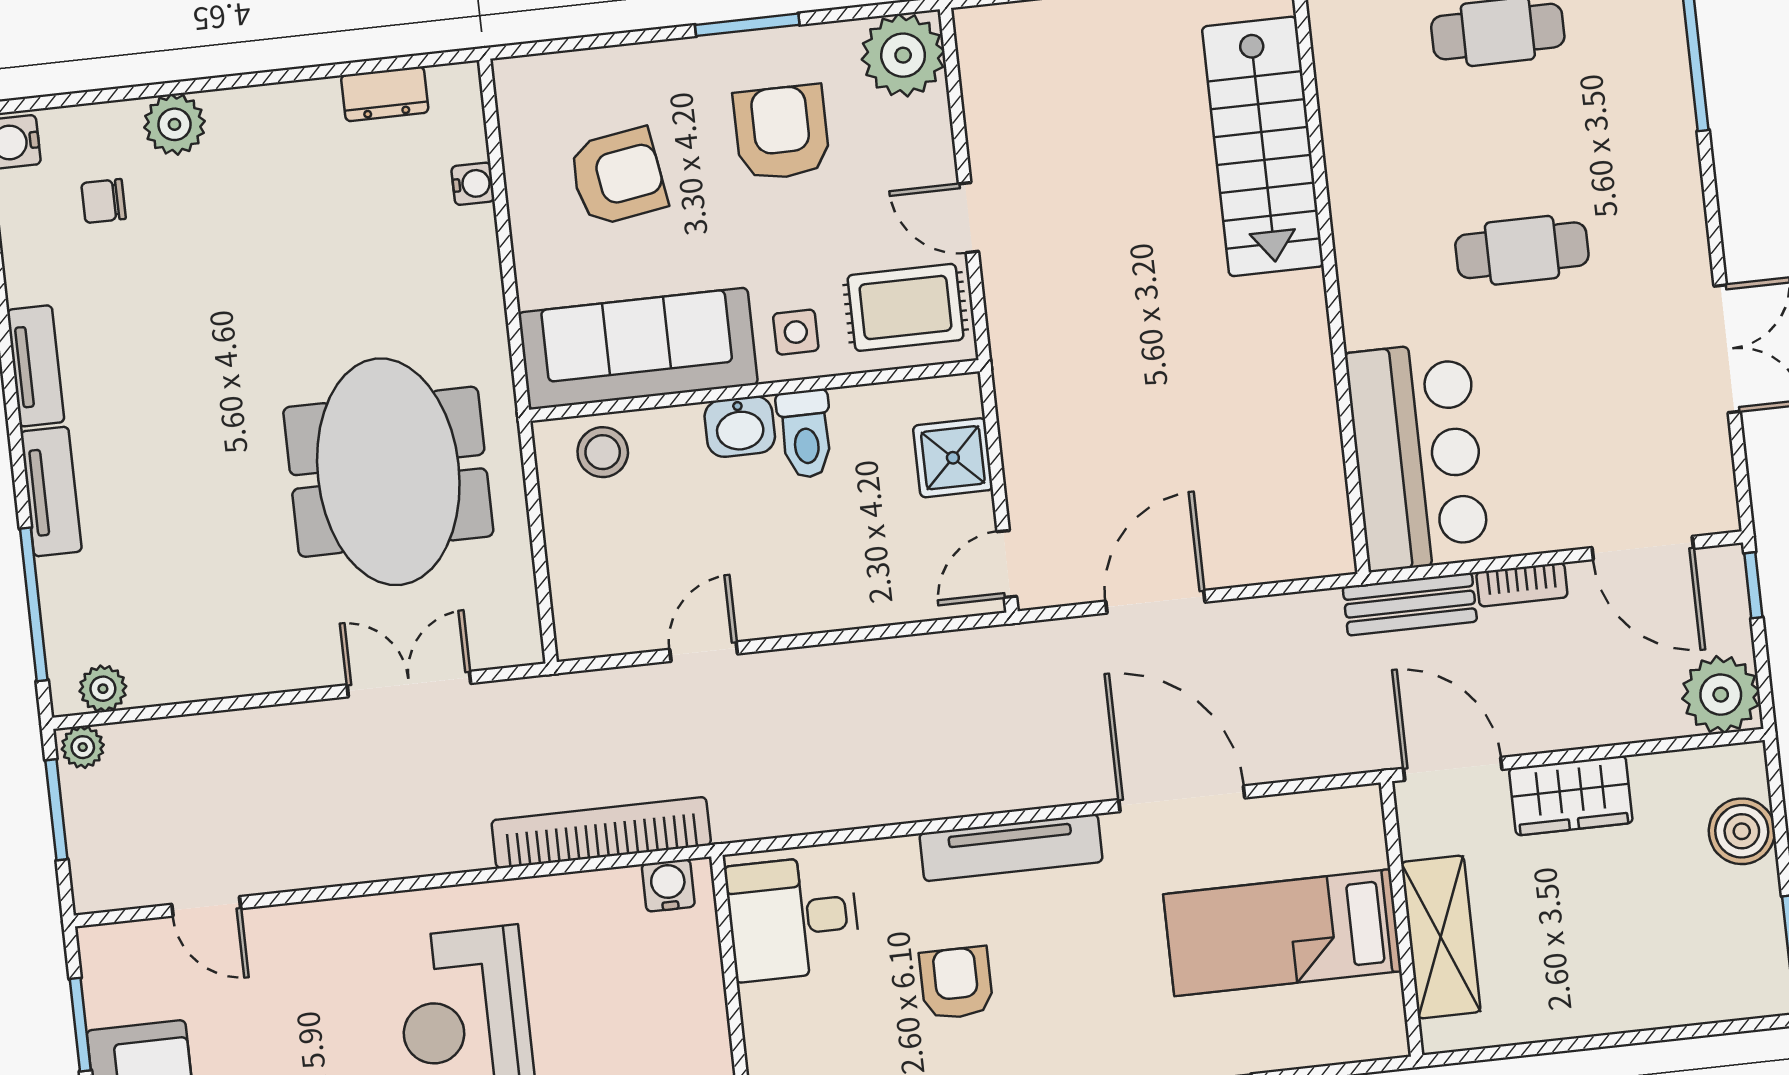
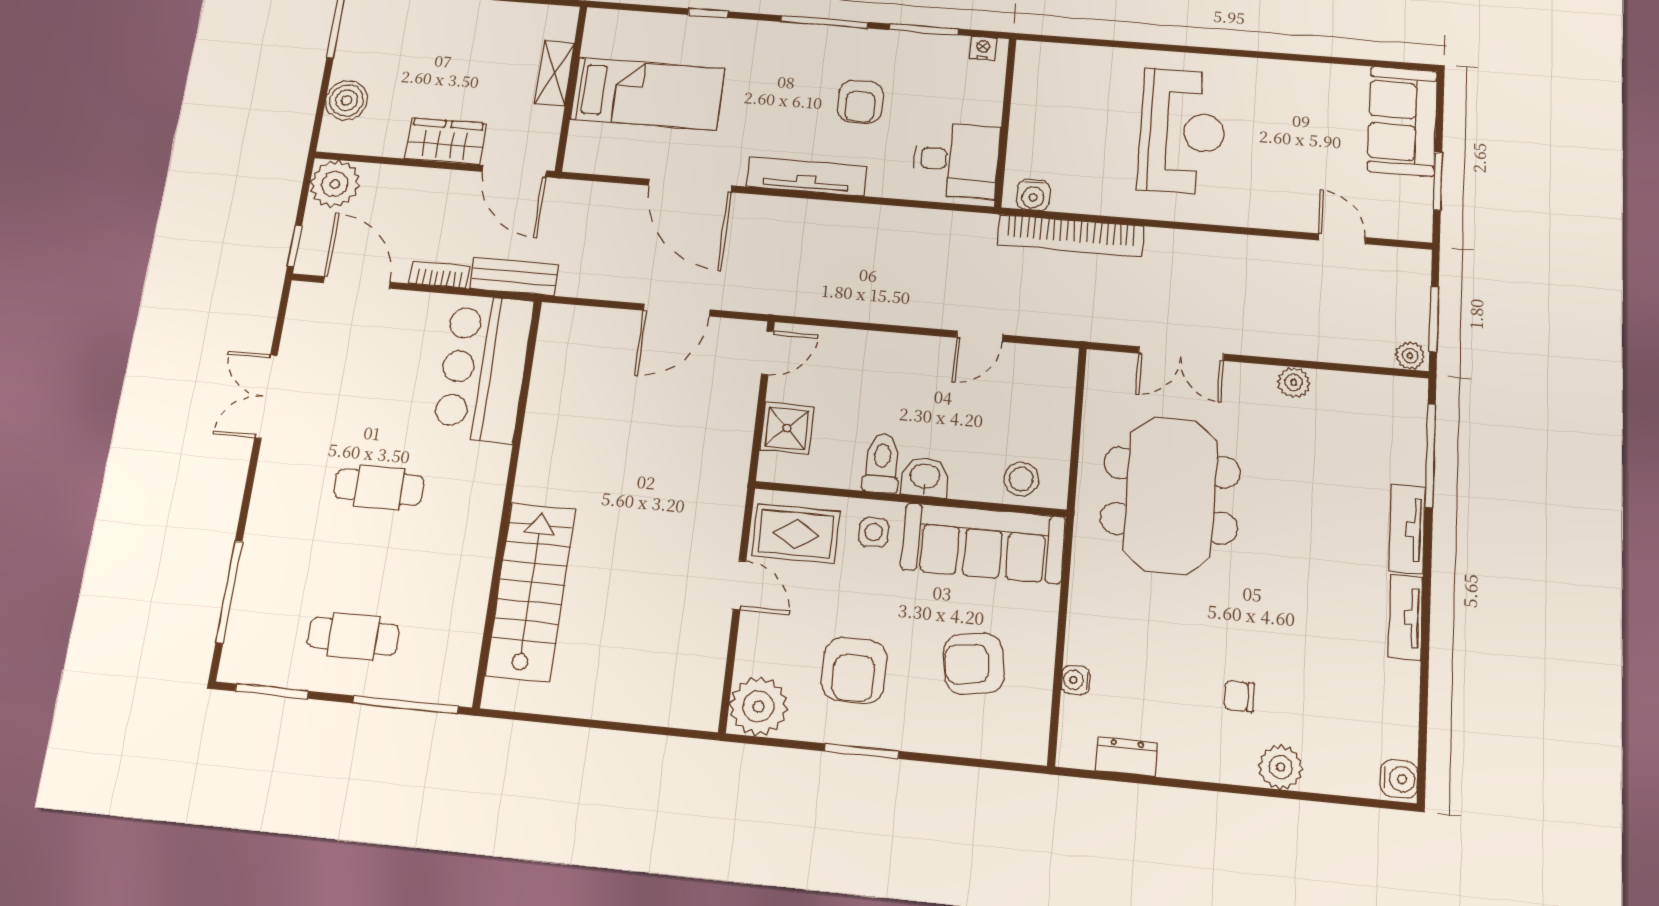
chair: (104, 201) -> (1239, 696), moved, turned 180
plant: (103, 689) -> (1294, 382), moved
shelving: (1441, 937) -> (555, 73), width x0.67, depth x0.75

